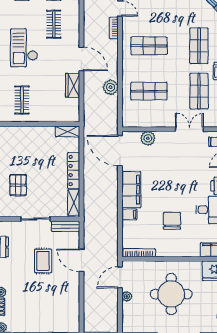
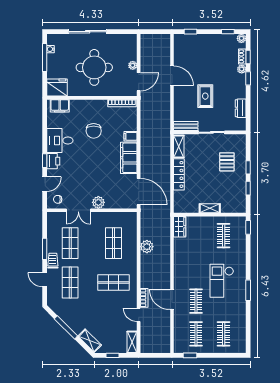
checkout: (24, 48) -> (222, 281), turned 180
door: (81, 59) -> (172, 300), moved
wardrobe: (73, 85) -> (180, 227), moved
shop shelf: (149, 91) -> (114, 243), turned 90
shelving: (68, 131) -> (210, 208), moved
plant: (148, 138) -> (98, 202), moved
door: (81, 260) -> (172, 76), moved

